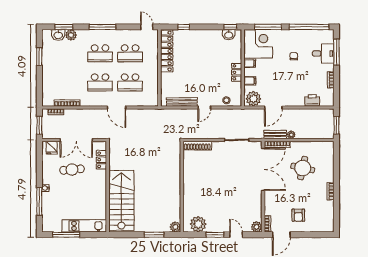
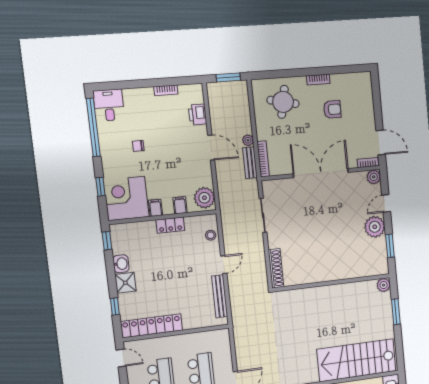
door: (147, 27) -> (121, 358), swing flipped
window: (268, 27) -> (100, 187), width x0.46
washbasin: (229, 35) -> (121, 264), moved
shower: (199, 36) -> (125, 283), added
window: (336, 52) -> (125, 85), removed
desk: (323, 53) -> (109, 105), moved
door: (204, 107) -> (224, 265), hinge flipped
door: (273, 107) -> (211, 148), moved
round table: (303, 168) -> (283, 102), moved
double door: (263, 169) -> (321, 173), moved
armchair: (298, 215) -> (332, 109), moved
plant: (198, 224) -> (375, 227), moved
window: (215, 235) -> (390, 246), moved

